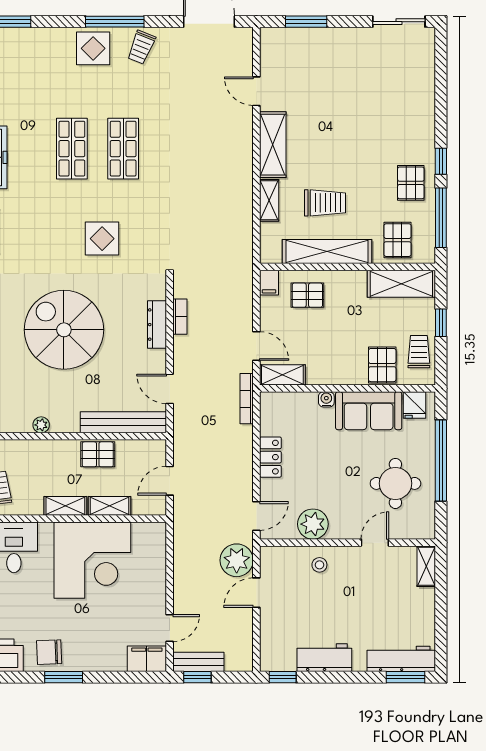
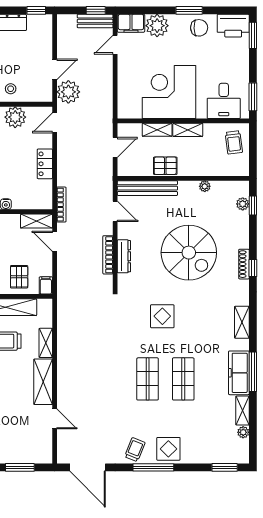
pallet: (307, 295) -> (19, 277), turned 90
bookcase: (180, 317) -> (108, 255), width x1.56
plant: (109, 655) -> (157, 26), added

